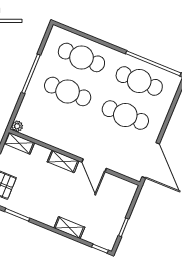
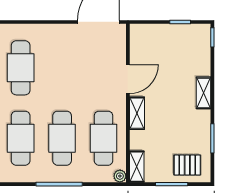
cafe table: (125, 115) -> (103, 138), moved
shelving: (69, 228) -> (204, 93), moved

